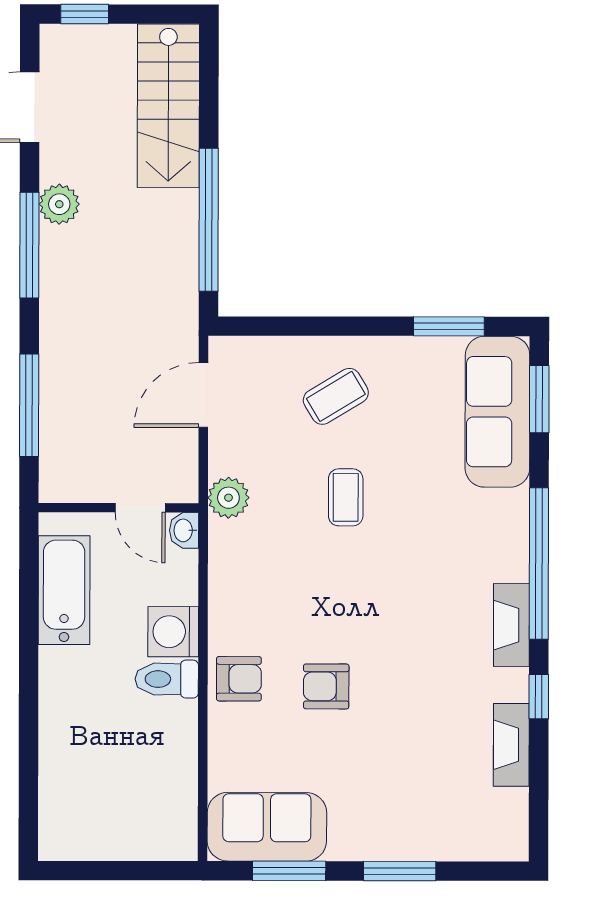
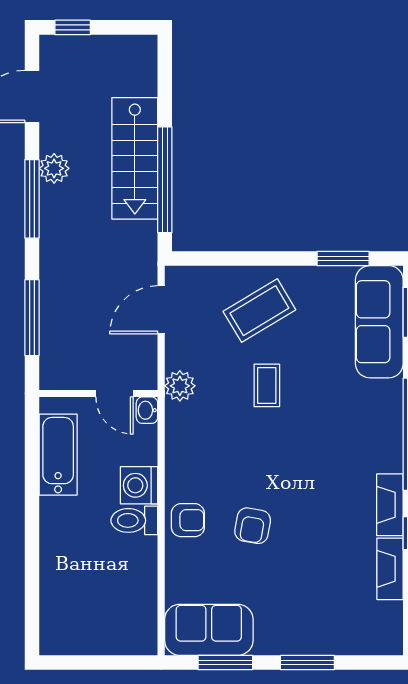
stairs: (168, 106) -> (135, 158), moved
coffee table: (336, 396) -> (259, 311), width x1.36, depth x1.30
fireplace: (511, 625) -> (390, 505), moved
armchair: (326, 686) -> (253, 526), turned -80

